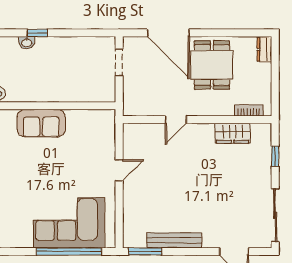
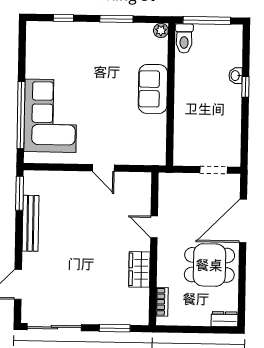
wardrobe: (233, 133) -> (139, 269), moved
window: (275, 156) -> (115, 328), width x1.50

